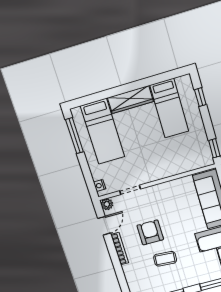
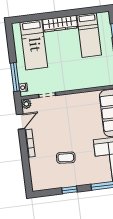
window: (75, 136) -> (15, 77), moved
armchair: (150, 232) -> (57, 133), removed

